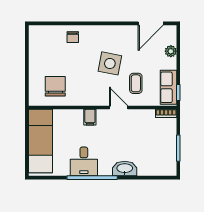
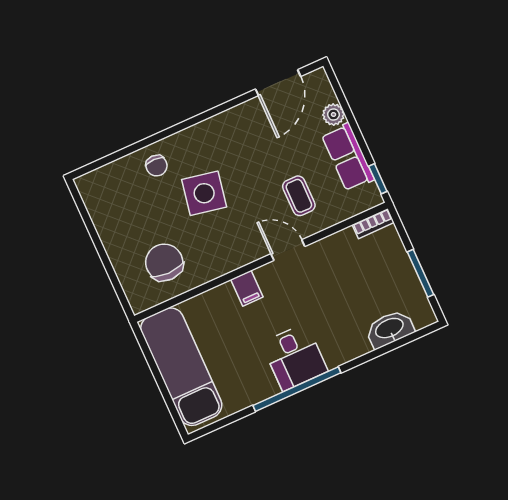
side table: (110, 63) -> (204, 193), moved
row of seats: (168, 87) -> (348, 157), moved
desk: (84, 161) -> (295, 357), moved
washbasin: (125, 169) -> (390, 329), moved

